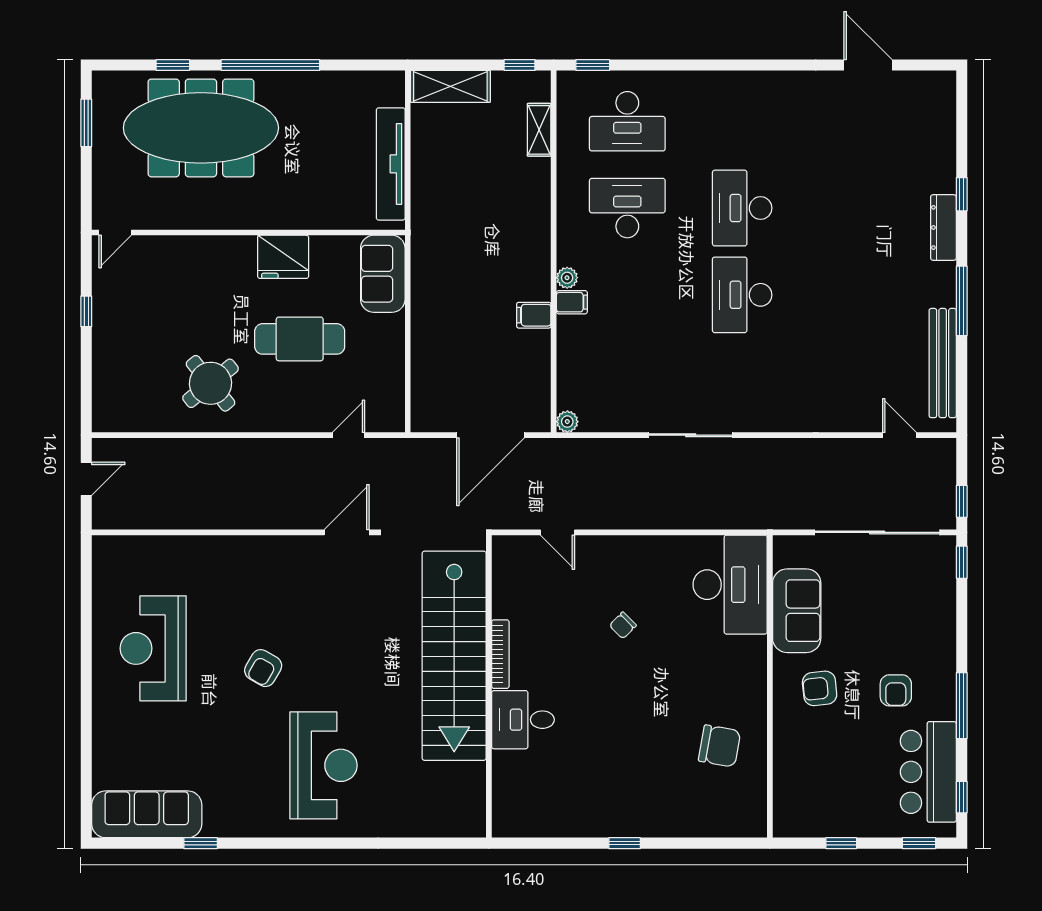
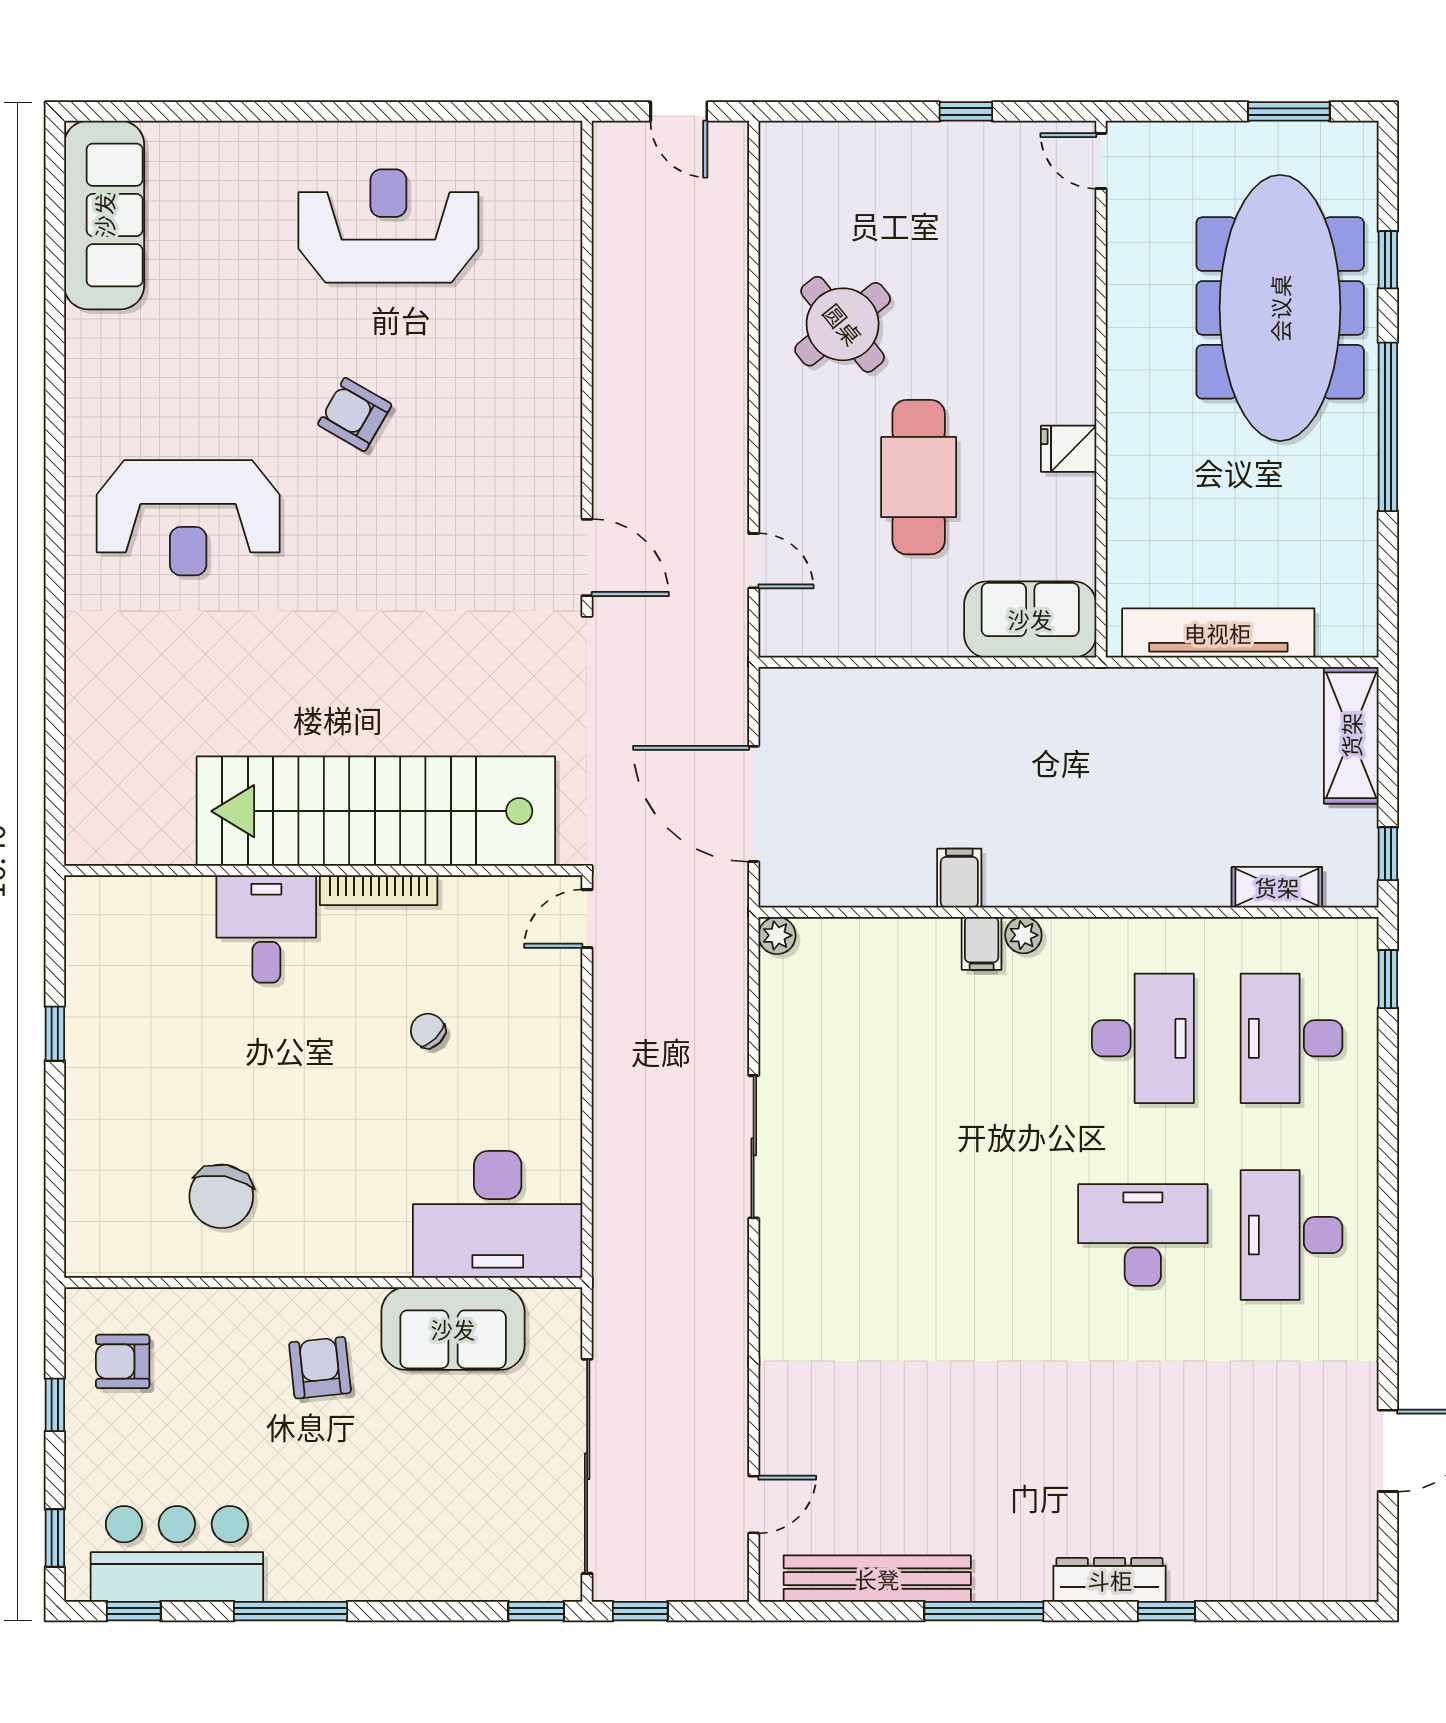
fridge: (283, 257) -> (1069, 449), width x0.53, depth x0.75
desk: (742, 295) -> (1292, 1235), moved, turned -90
bookcase: (500, 654) -> (379, 890), moved
stairs: (454, 656) -> (376, 811), moved
wall: (489, 686) -> (323, 871), moved
armchair: (896, 690) -> (123, 1361), moved
desk: (523, 720) -> (266, 929), moved
window: (201, 843) -> (55, 307), removed

